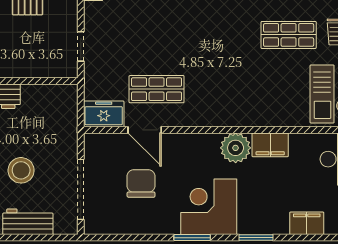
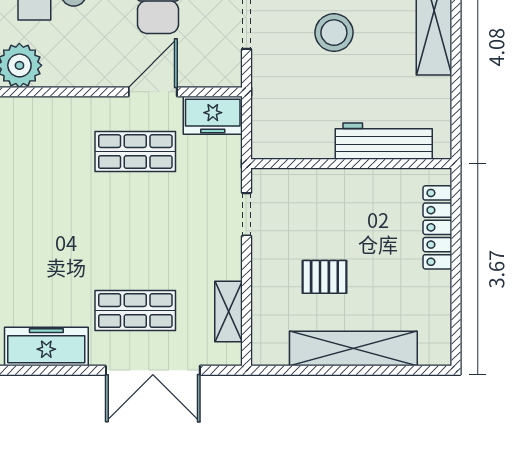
door: (145, 130) -> (153, 92), hinge flipped

